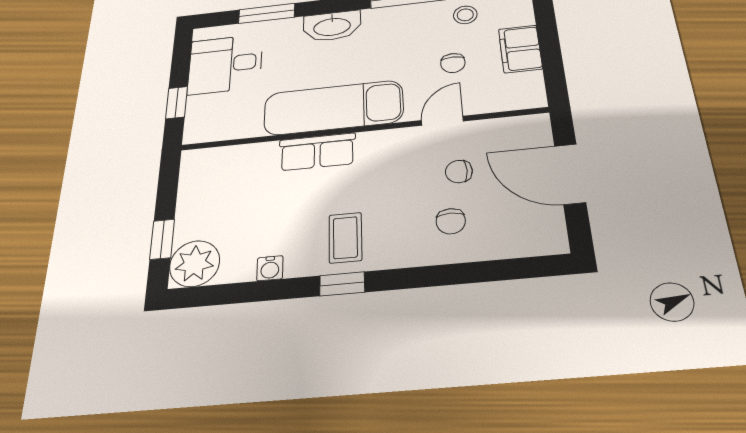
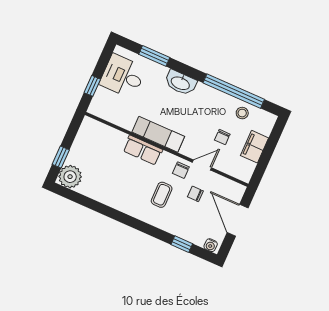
exam couch: (333, 108) -> (158, 134), width x0.73, depth x0.69
chair: (451, 221) -> (181, 170), moved
coffee table: (345, 238) -> (162, 195), moved
water cooler: (270, 268) -> (211, 245), moved
window: (342, 284) -> (182, 244), moved

